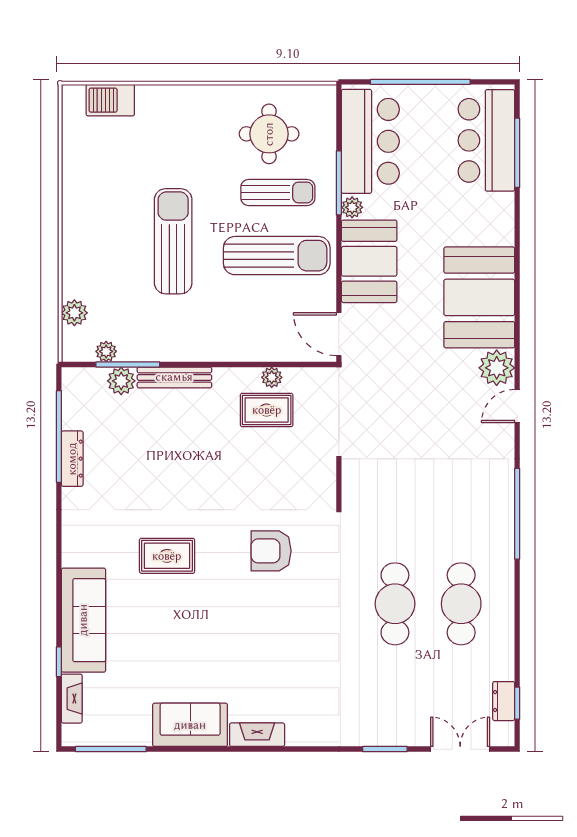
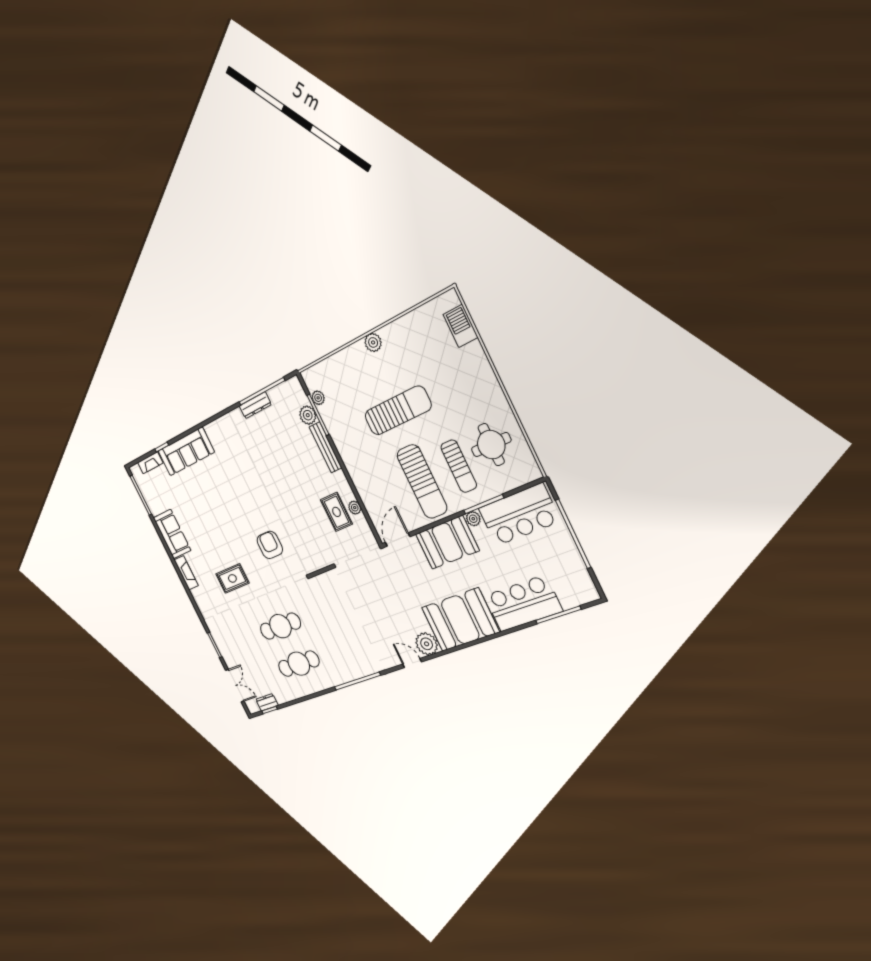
bar counter: (486, 140) -> (523, 603), moved
plant: (74, 313) -> (373, 342), moved
rug: (167, 556) -> (232, 578), moved, turned 90

